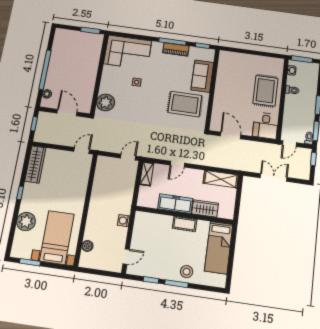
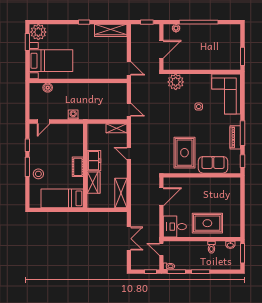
freezer: (175, 204) -> (94, 161), width x0.71
plant: (26, 222) -> (38, 32), moved
door: (126, 257) -> (44, 122), hinge flipped

